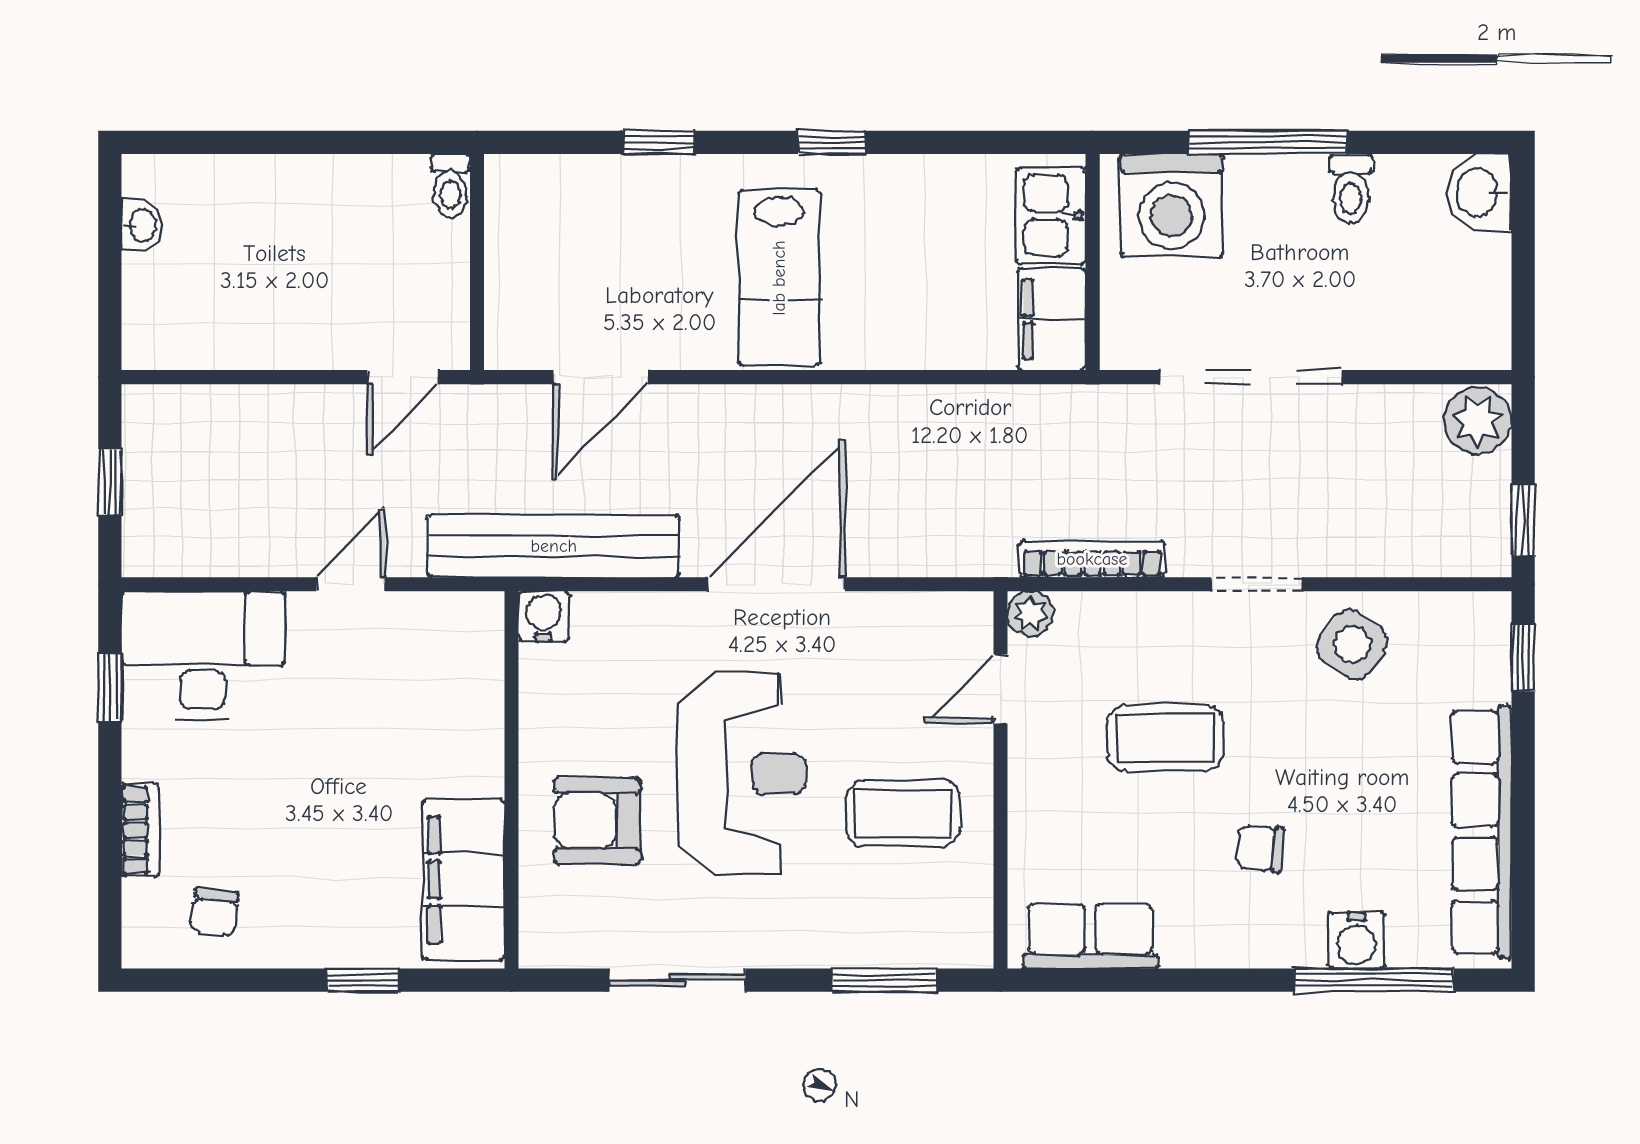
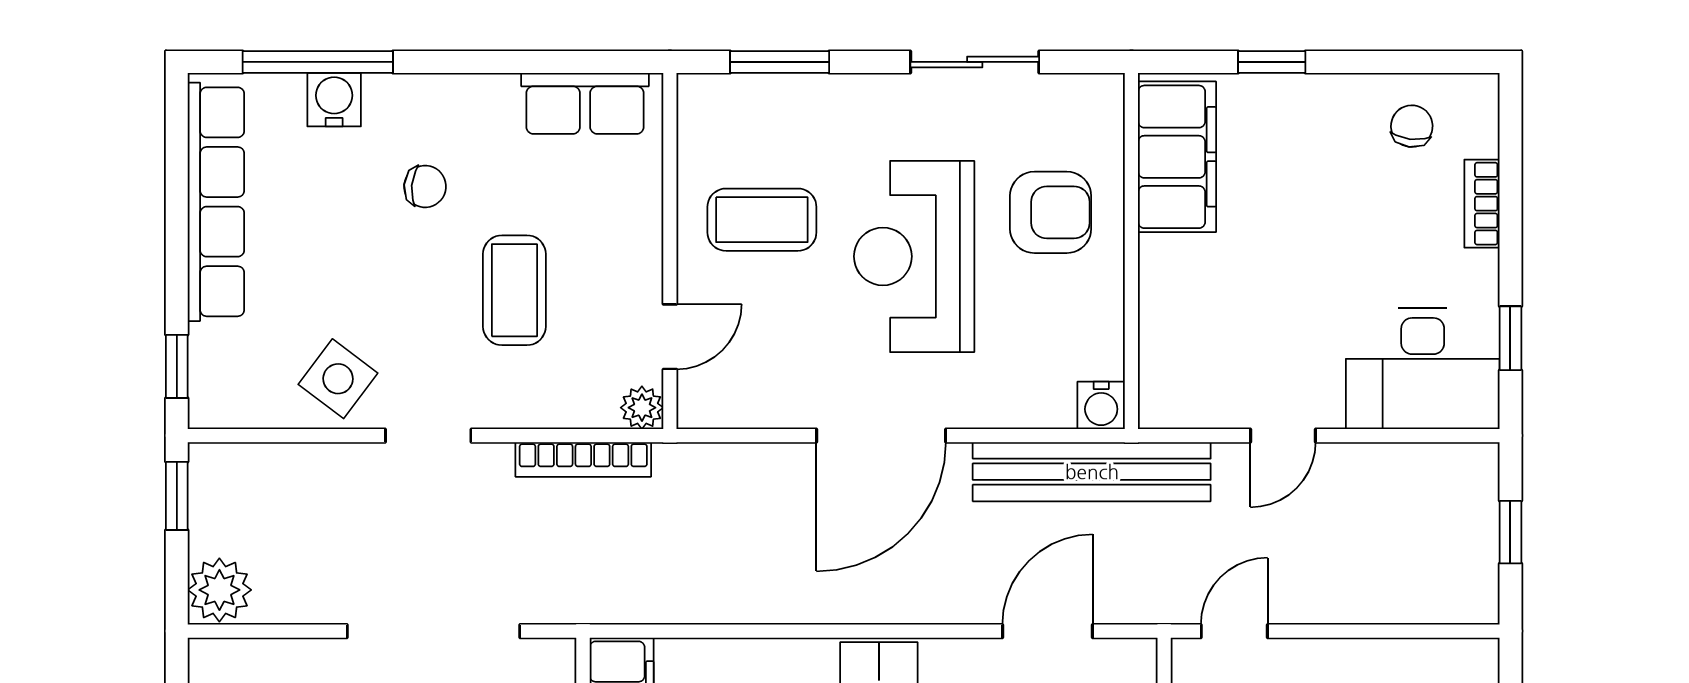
coffee table: (1165, 738) -> (514, 290), turned 90

